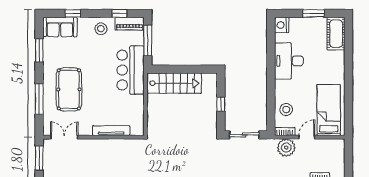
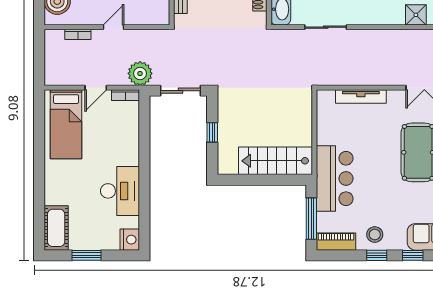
window: (120, 13) -> (377, 255), moved
stool: (286, 110) -> (124, 125), removed
plant: (286, 148) -> (140, 73), moved

